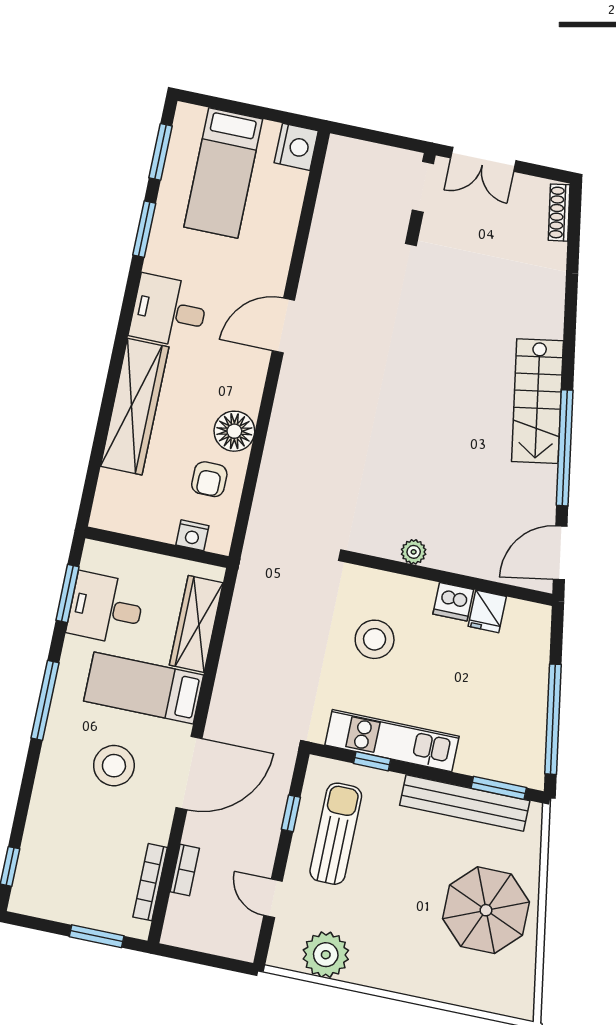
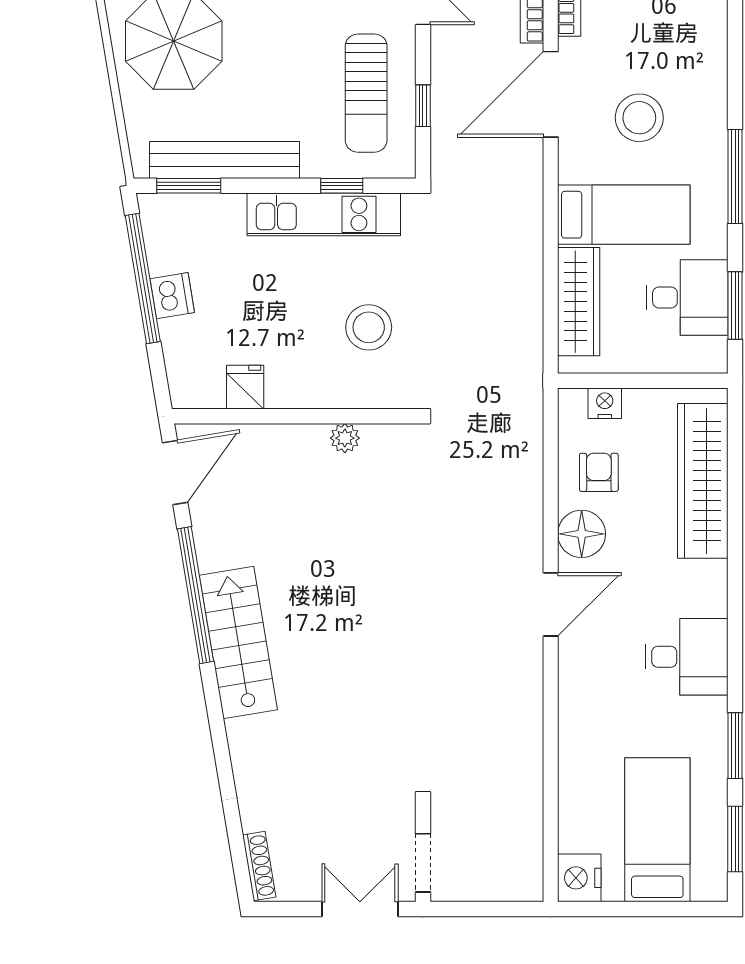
door: (283, 325) -> (551, 604), moved
wardrobe: (135, 407) -> (703, 481), moved
dishwasher: (453, 602) -> (172, 296), moved, turned 81
door: (189, 773) -> (551, 94), moved

